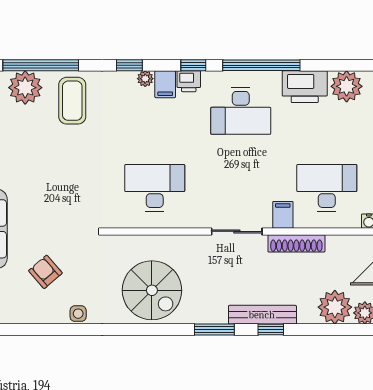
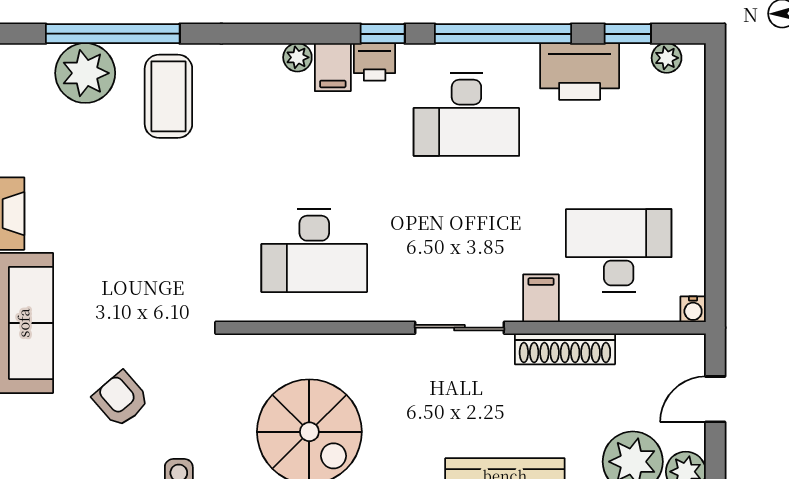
window: (129, 65) -> (628, 34), moved
plant: (347, 86) -> (667, 58), width x0.53, depth x0.53
desk: (155, 188) -> (314, 251), turned 180

